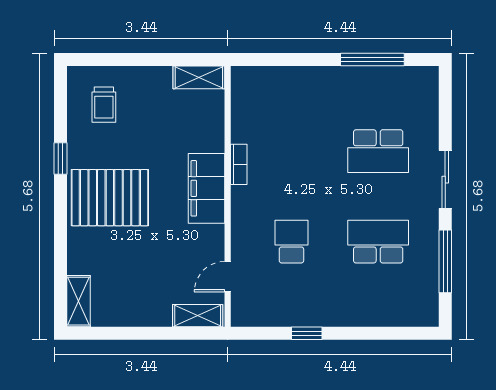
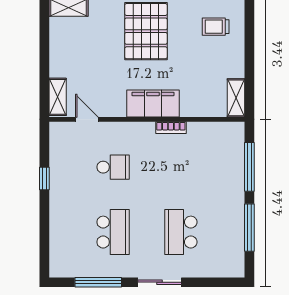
window: (291, 59) -> (249, 167), added

